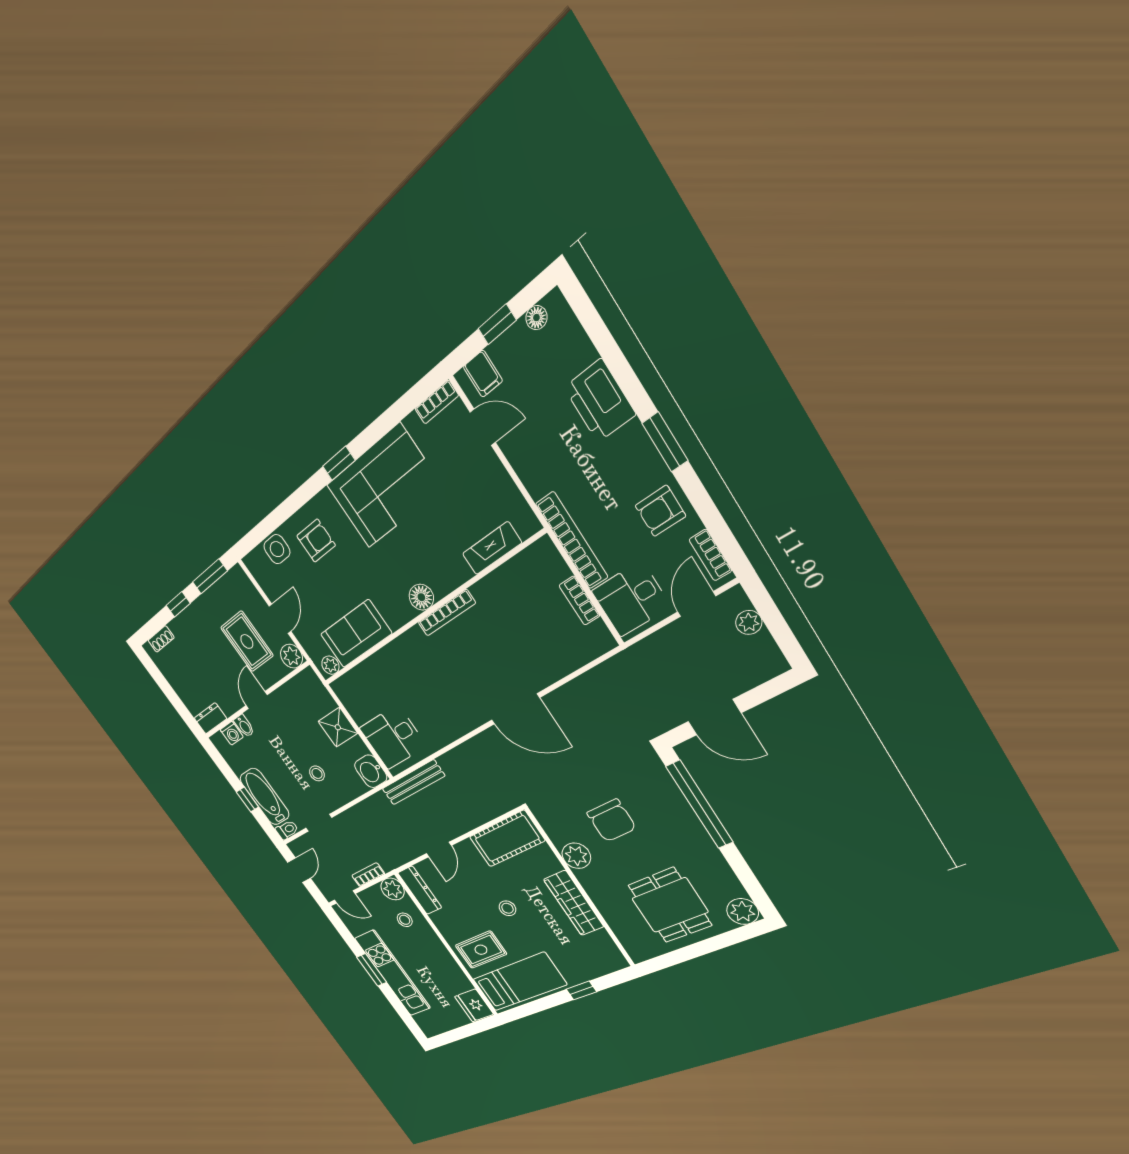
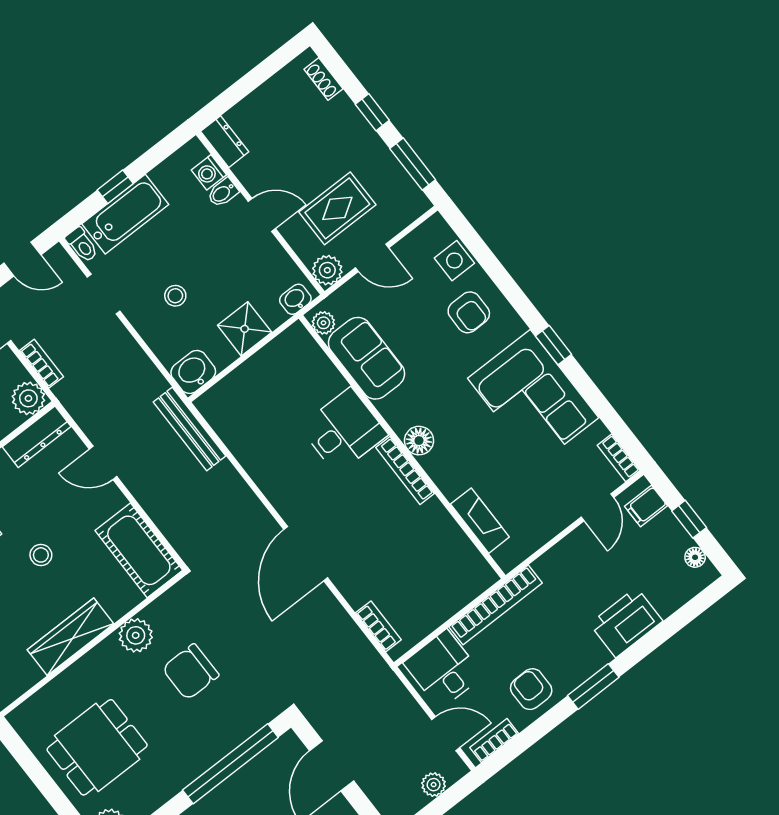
bookcase: (579, 601) -> (378, 626), moved, turned 90
washbasin: (314, 685) -> (295, 299), added
desk: (393, 737) -> (344, 431), moved, turned 90

